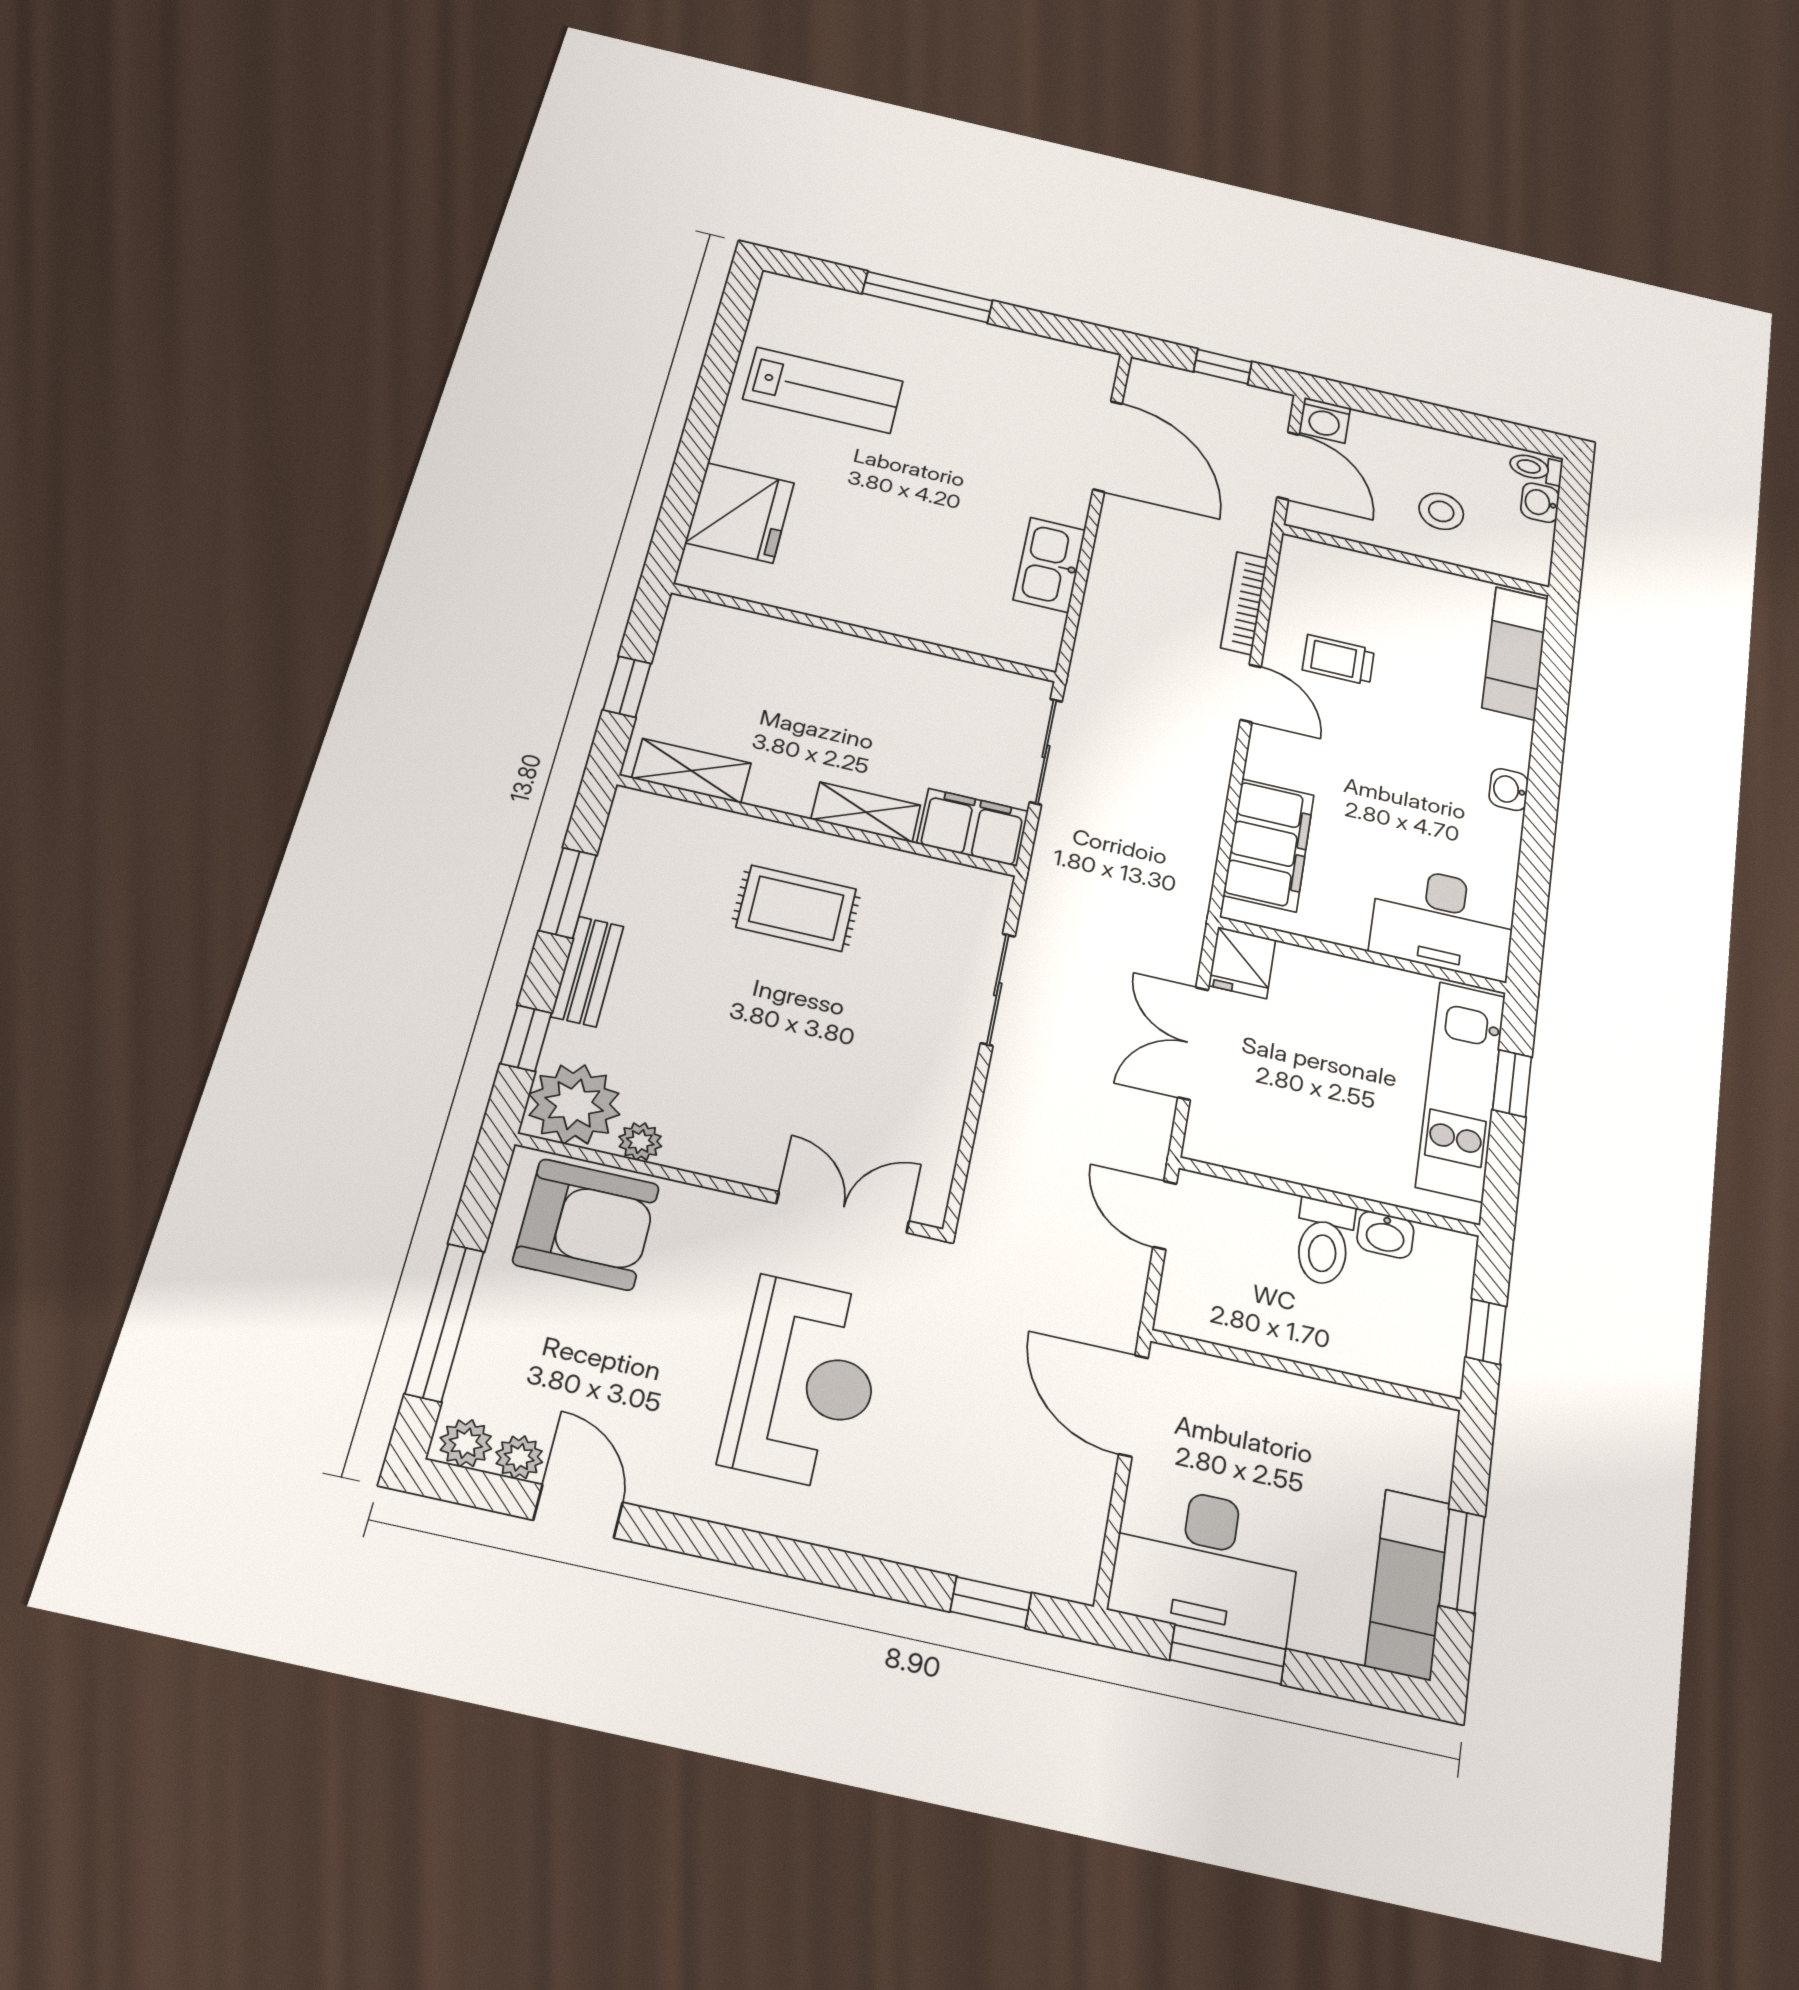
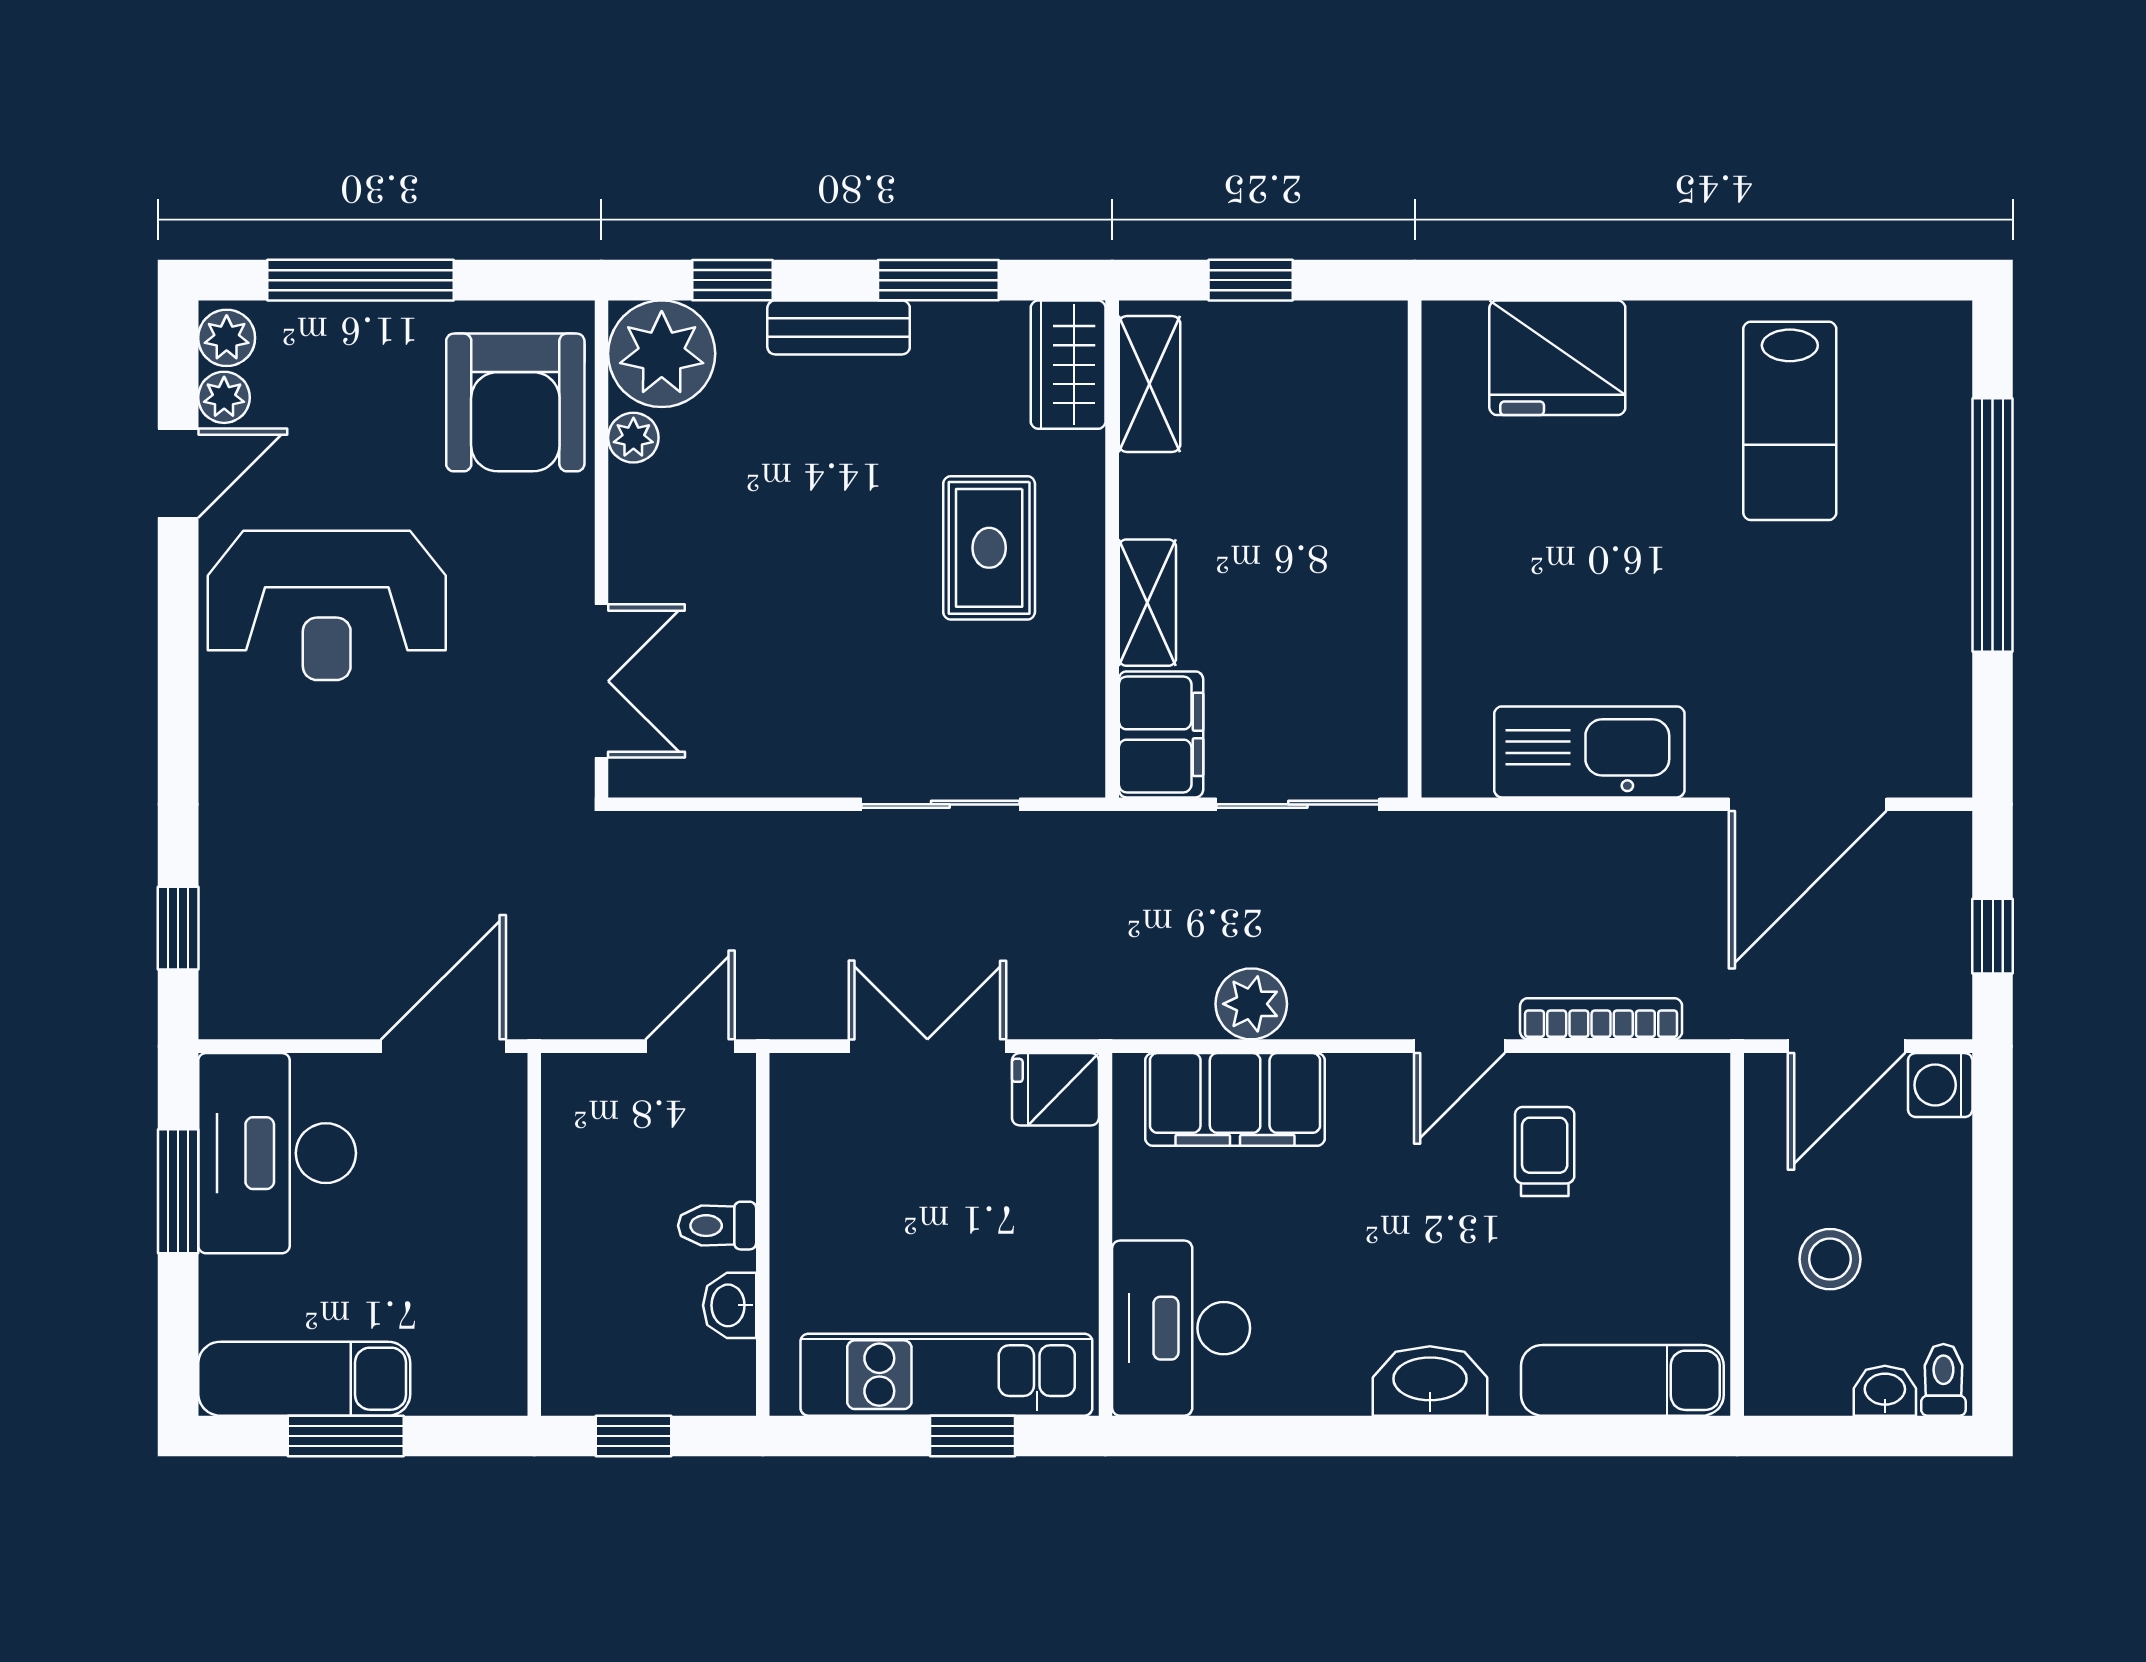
window: (928, 297) -> (1993, 525), width x1.46
kitchen sink: (1049, 565) -> (1589, 752), width x1.36, depth x1.24
washbasin: (1509, 790) -> (1430, 1381), width x1.91, depth x1.45
plant: (1196, 817) -> (1251, 1004), added
wardrobe: (661, 821) -> (1068, 365), added
toilet: (1324, 1242) -> (717, 1226), width x0.73, depth x0.72
reception desk: (805, 1382) -> (327, 605), moved

